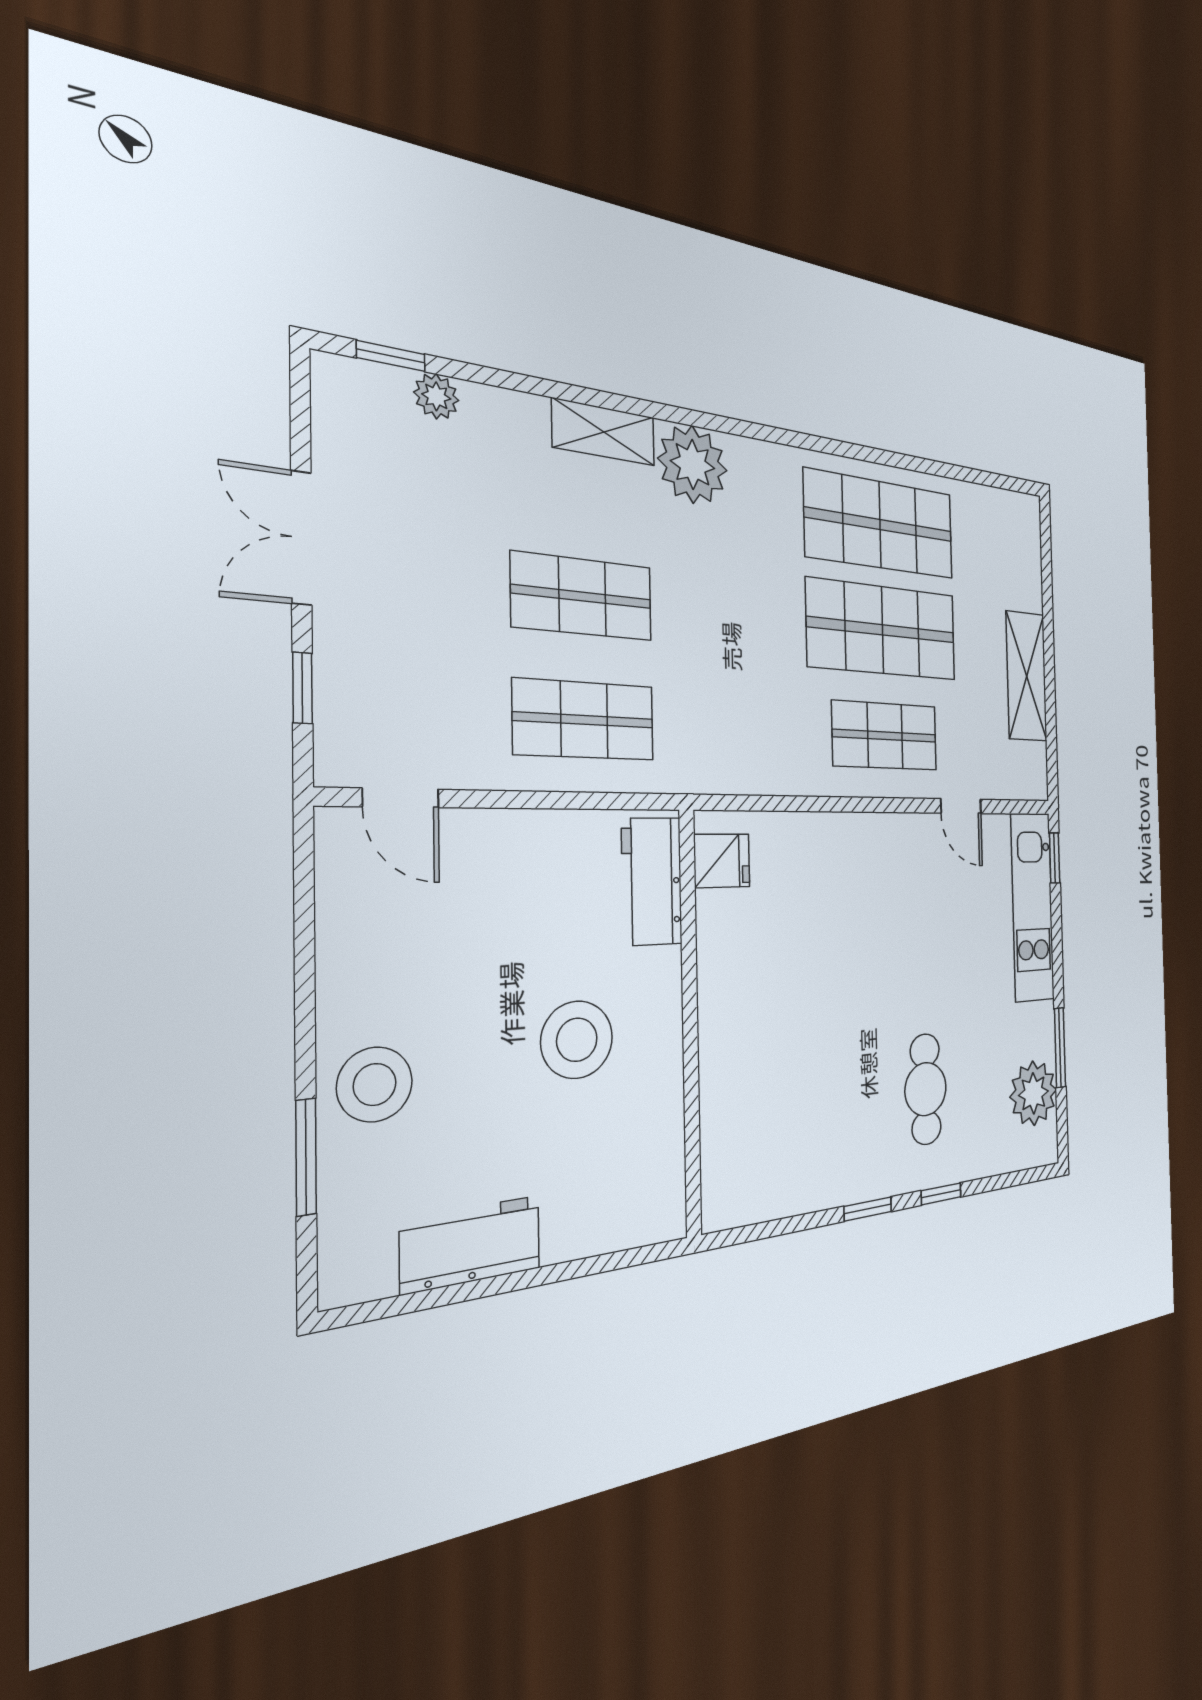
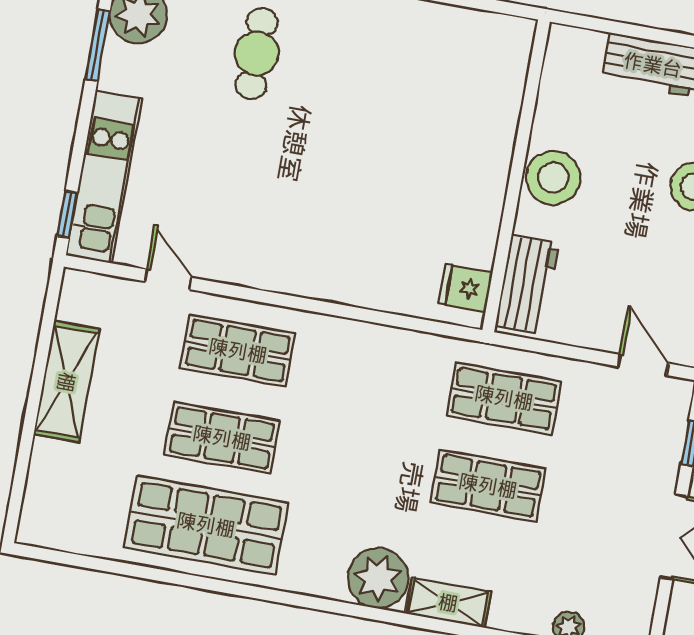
shop shelf: (883, 630) -> (222, 438), width x0.70, depth x0.74
fridge: (722, 861) -> (466, 288), moved
workbench: (652, 881) -> (527, 285), moved
wall: (690, 1022) -> (516, 176), moved

